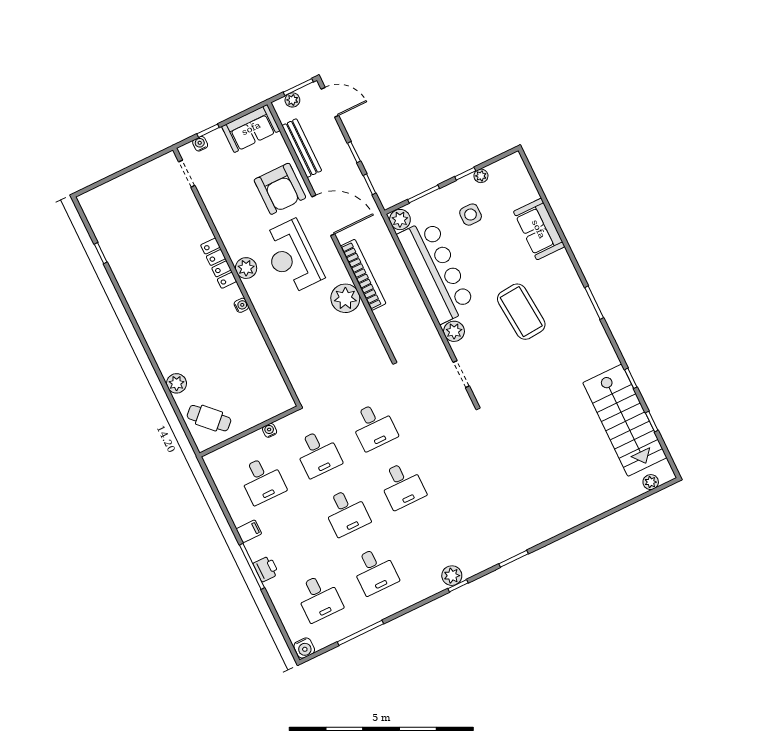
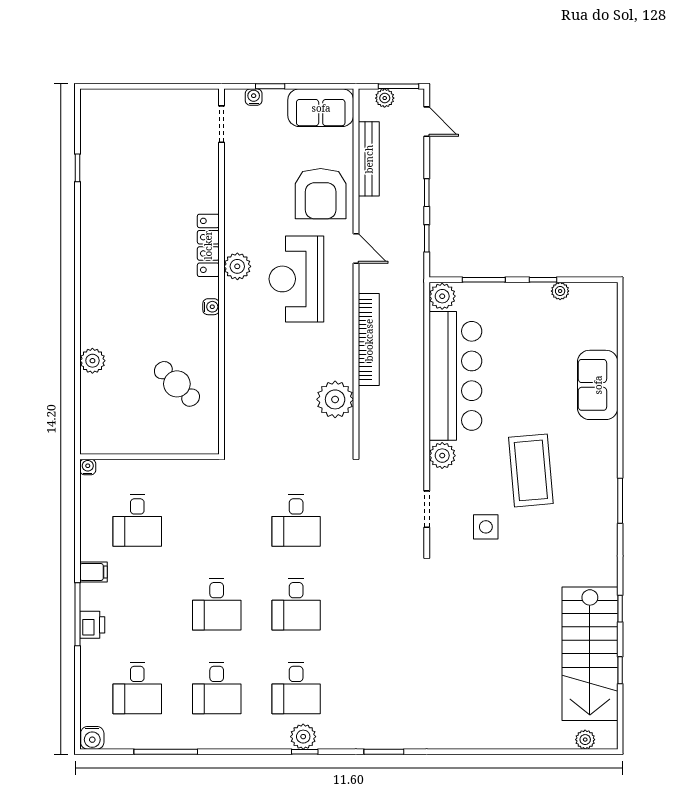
door: (330, 102) -> (427, 122), width x0.73
door: (323, 215) -> (356, 249), width x0.53
side table: (471, 215) -> (486, 527), moved
plant: (345, 298) -> (335, 399), moved
cafe table: (209, 418) -> (177, 384), moved
water cooler: (270, 430) -> (88, 467), moved
desk: (318, 453) -> (296, 688), moved

